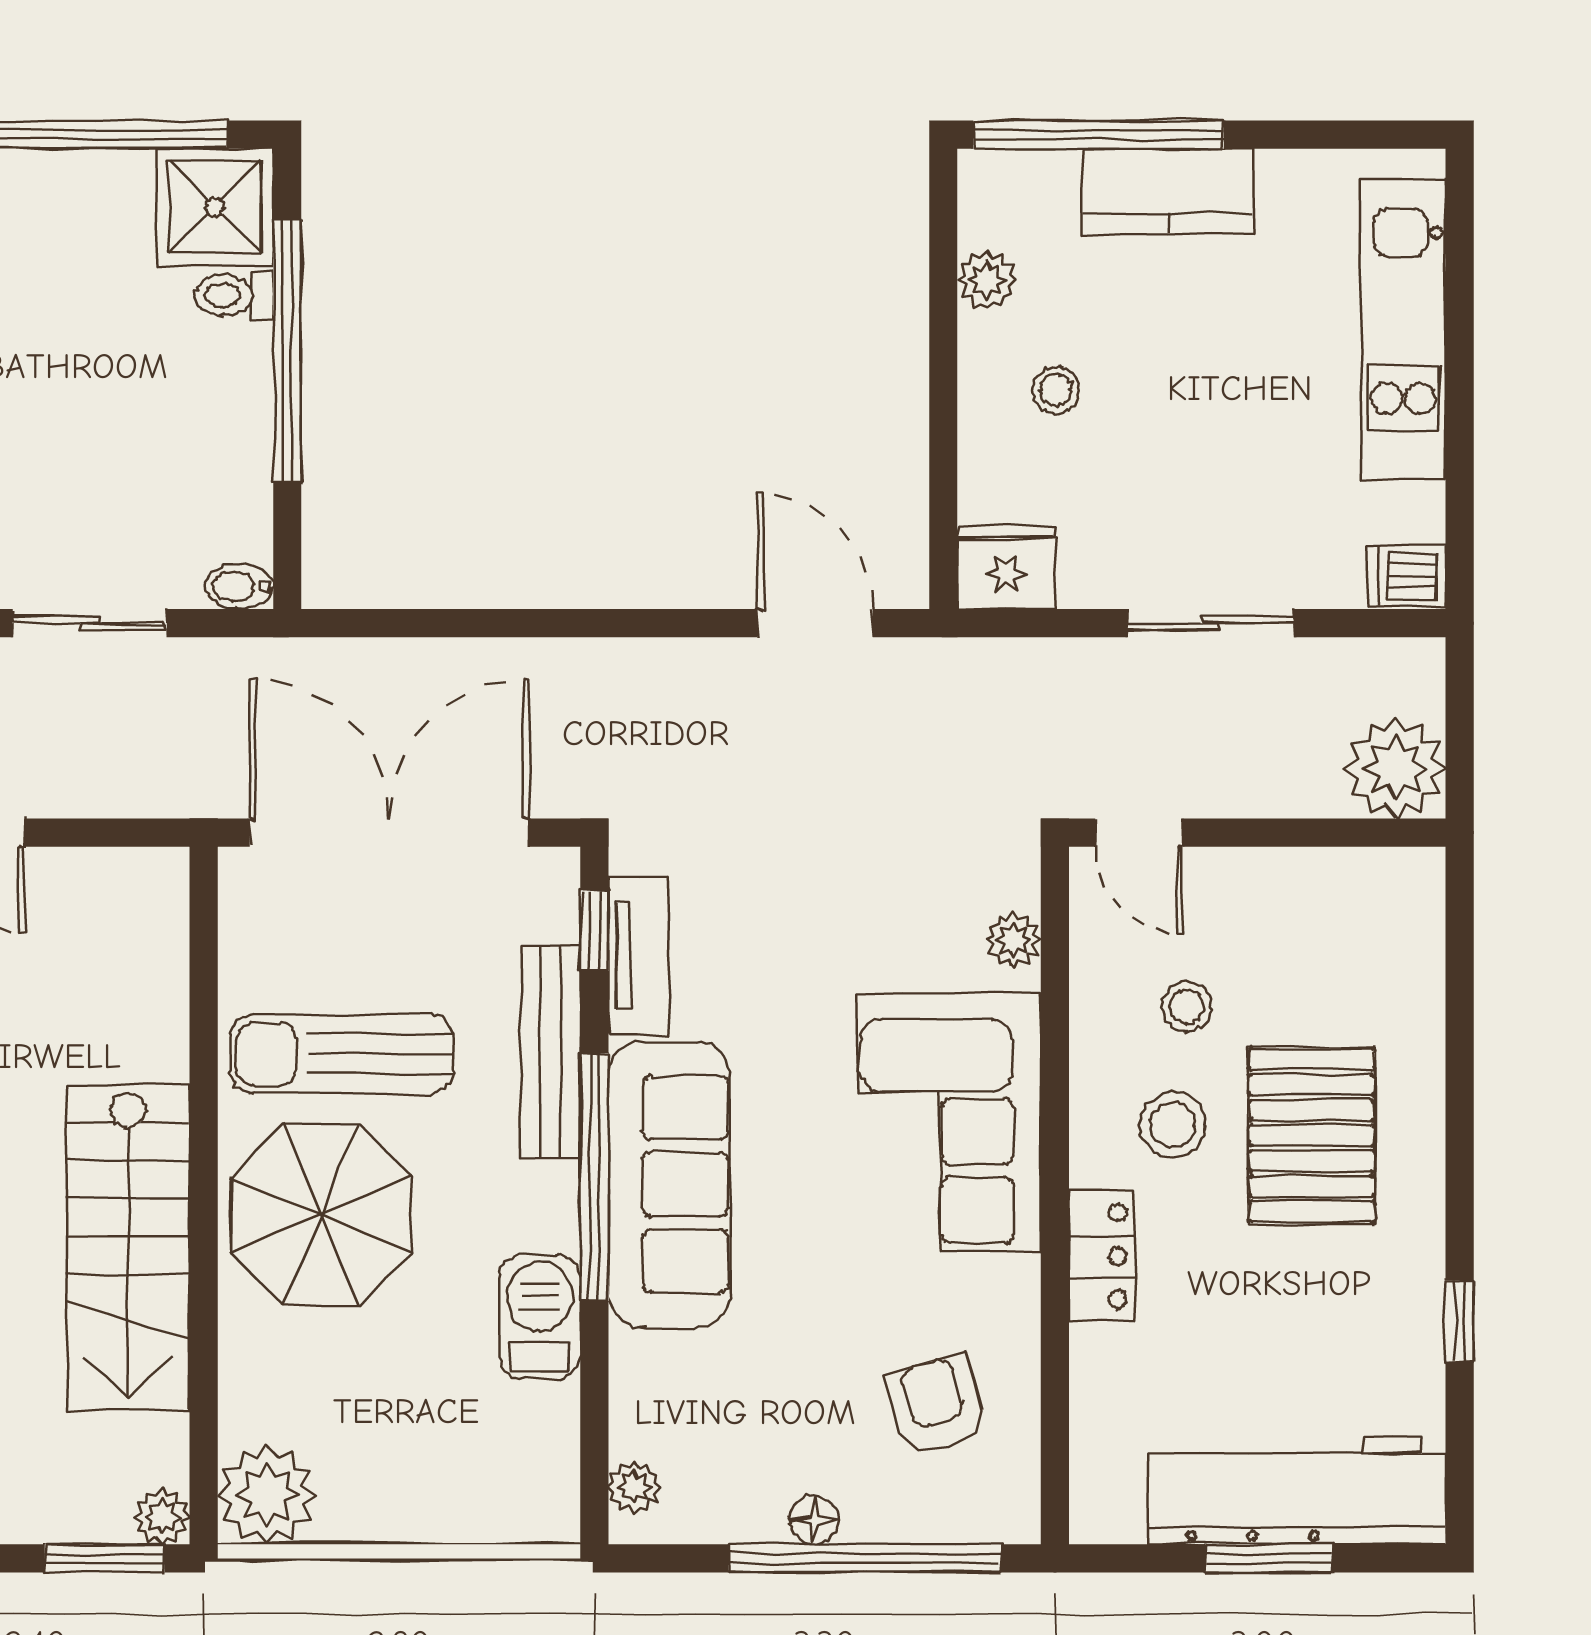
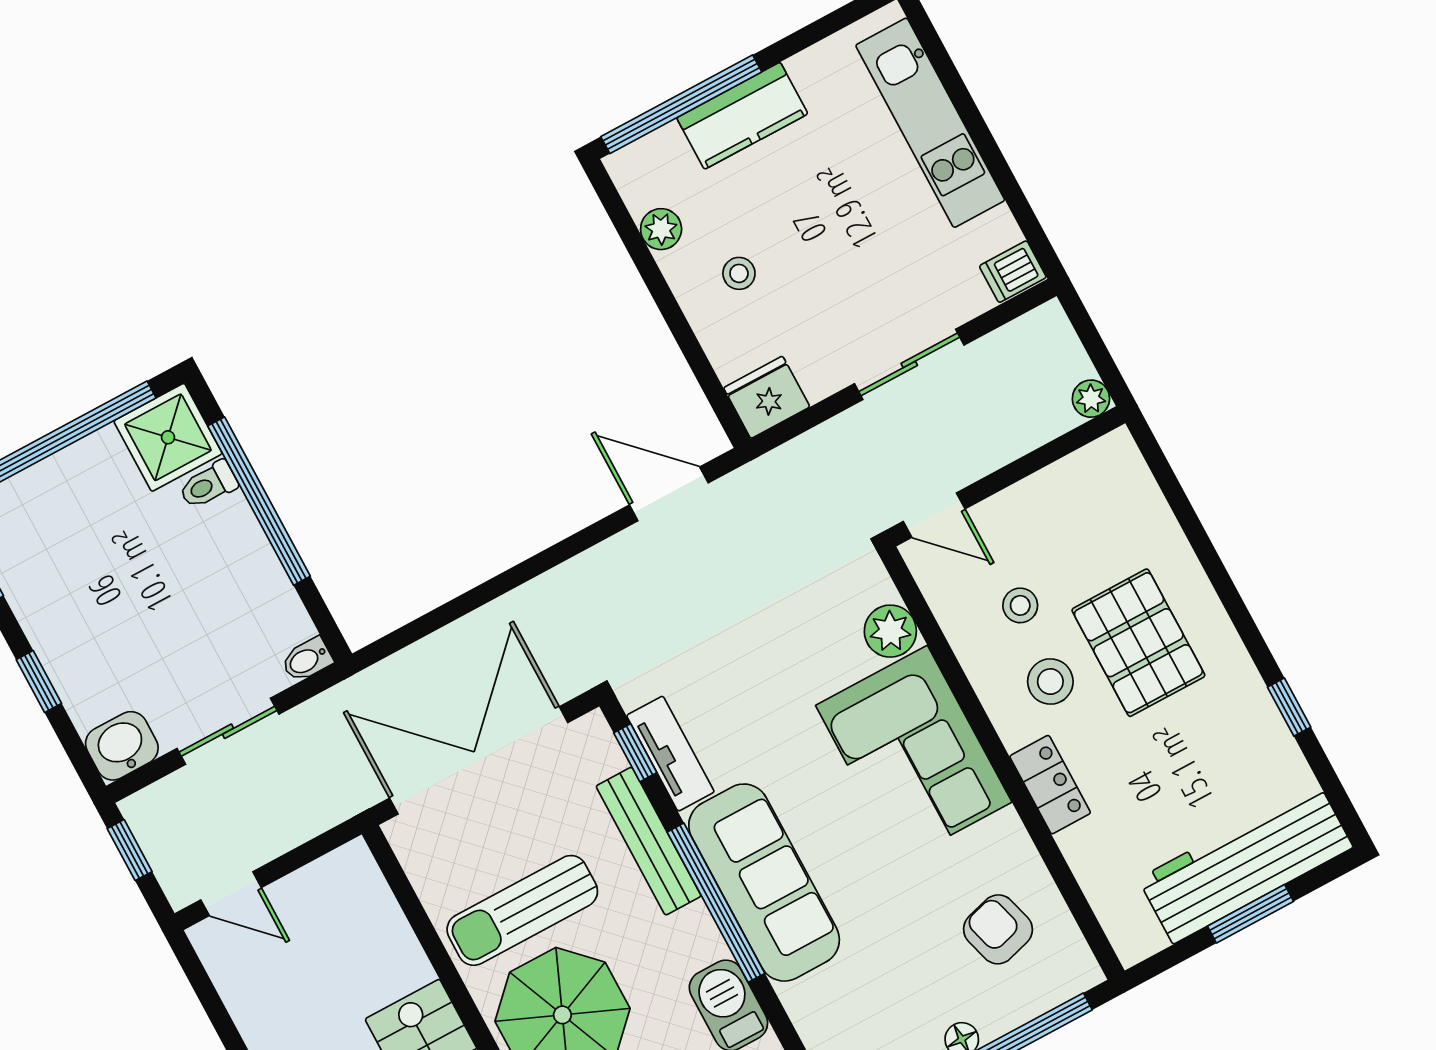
plant: (1395, 768) -> (1091, 399), width x0.53, depth x0.53
plant: (1014, 940) -> (890, 631), width x1.38, depth x1.38

